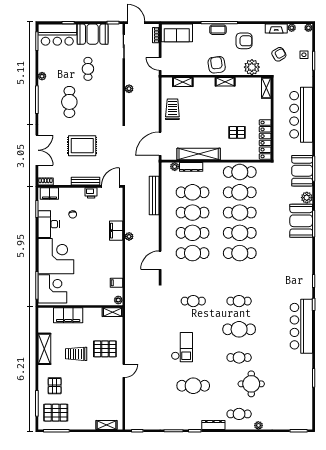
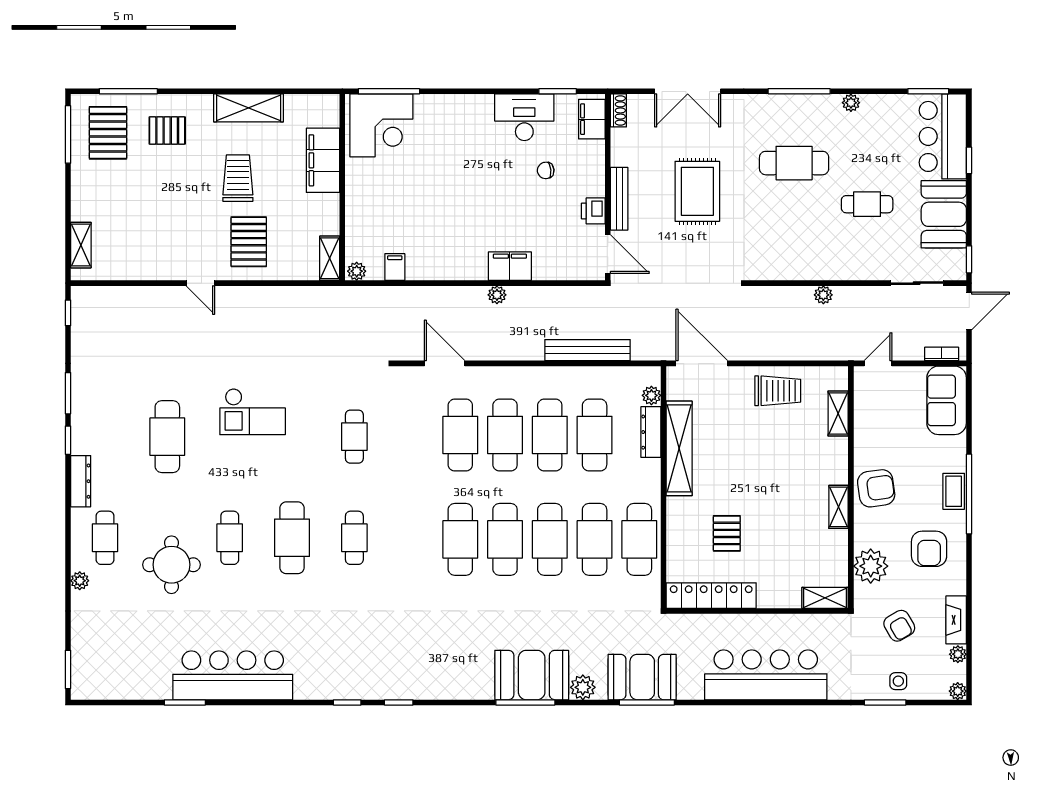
corner desk: (56, 256) -> (454, 133), removed
bar counter: (301, 326) -> (233, 675), moved

